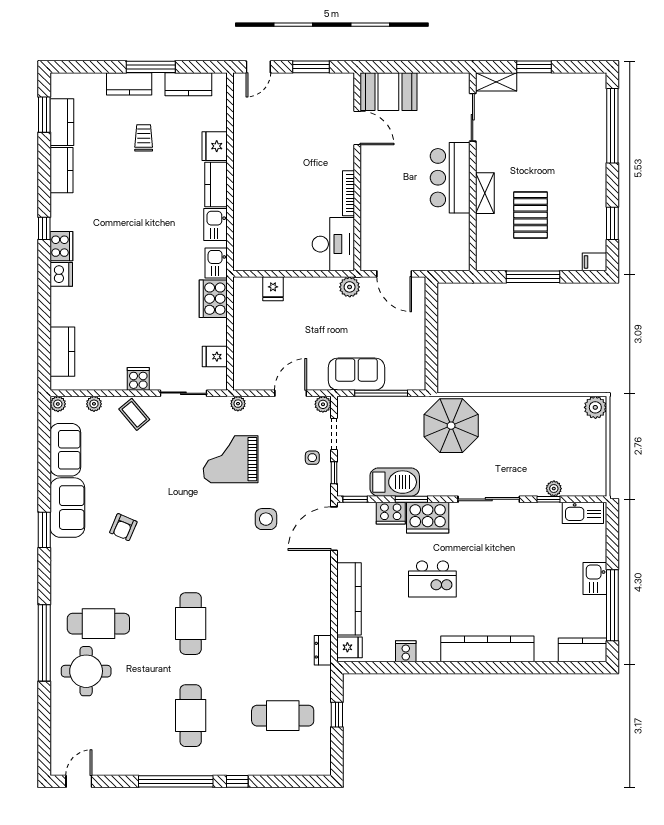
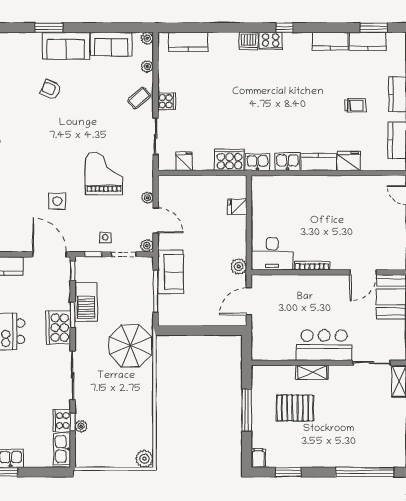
plant: (238, 404) -> (147, 198), moved
cooker: (391, 513) -> (62, 421), moved

